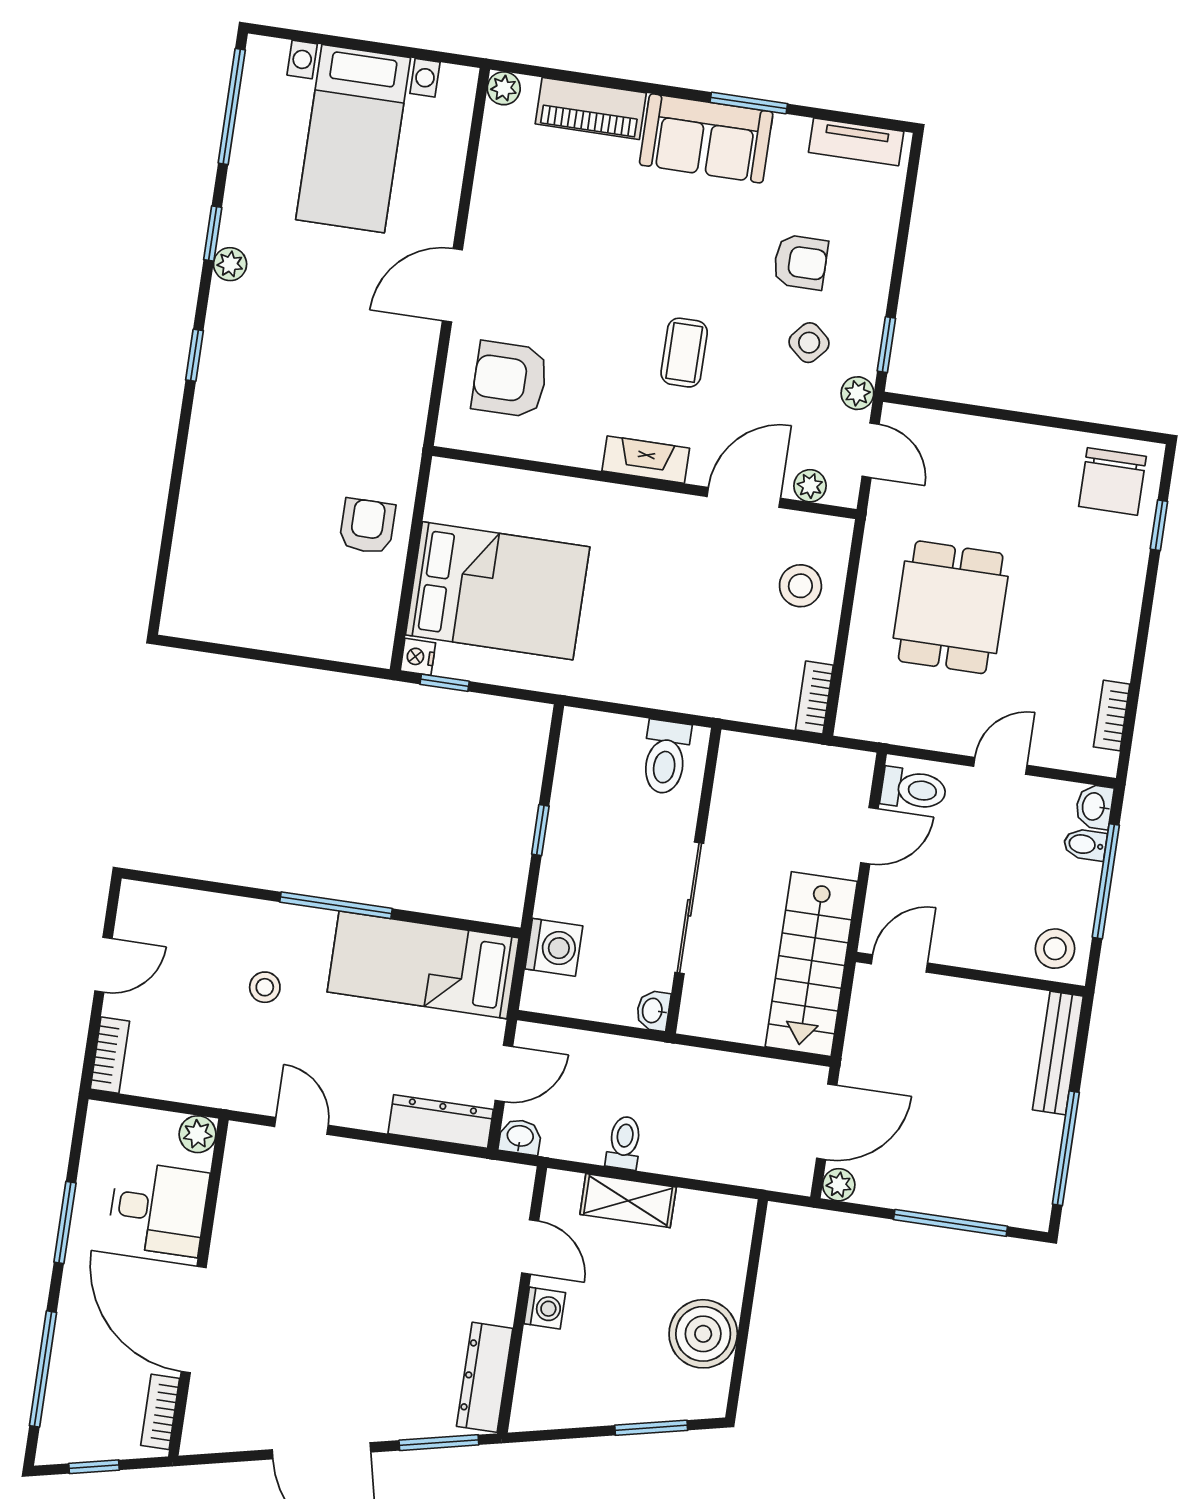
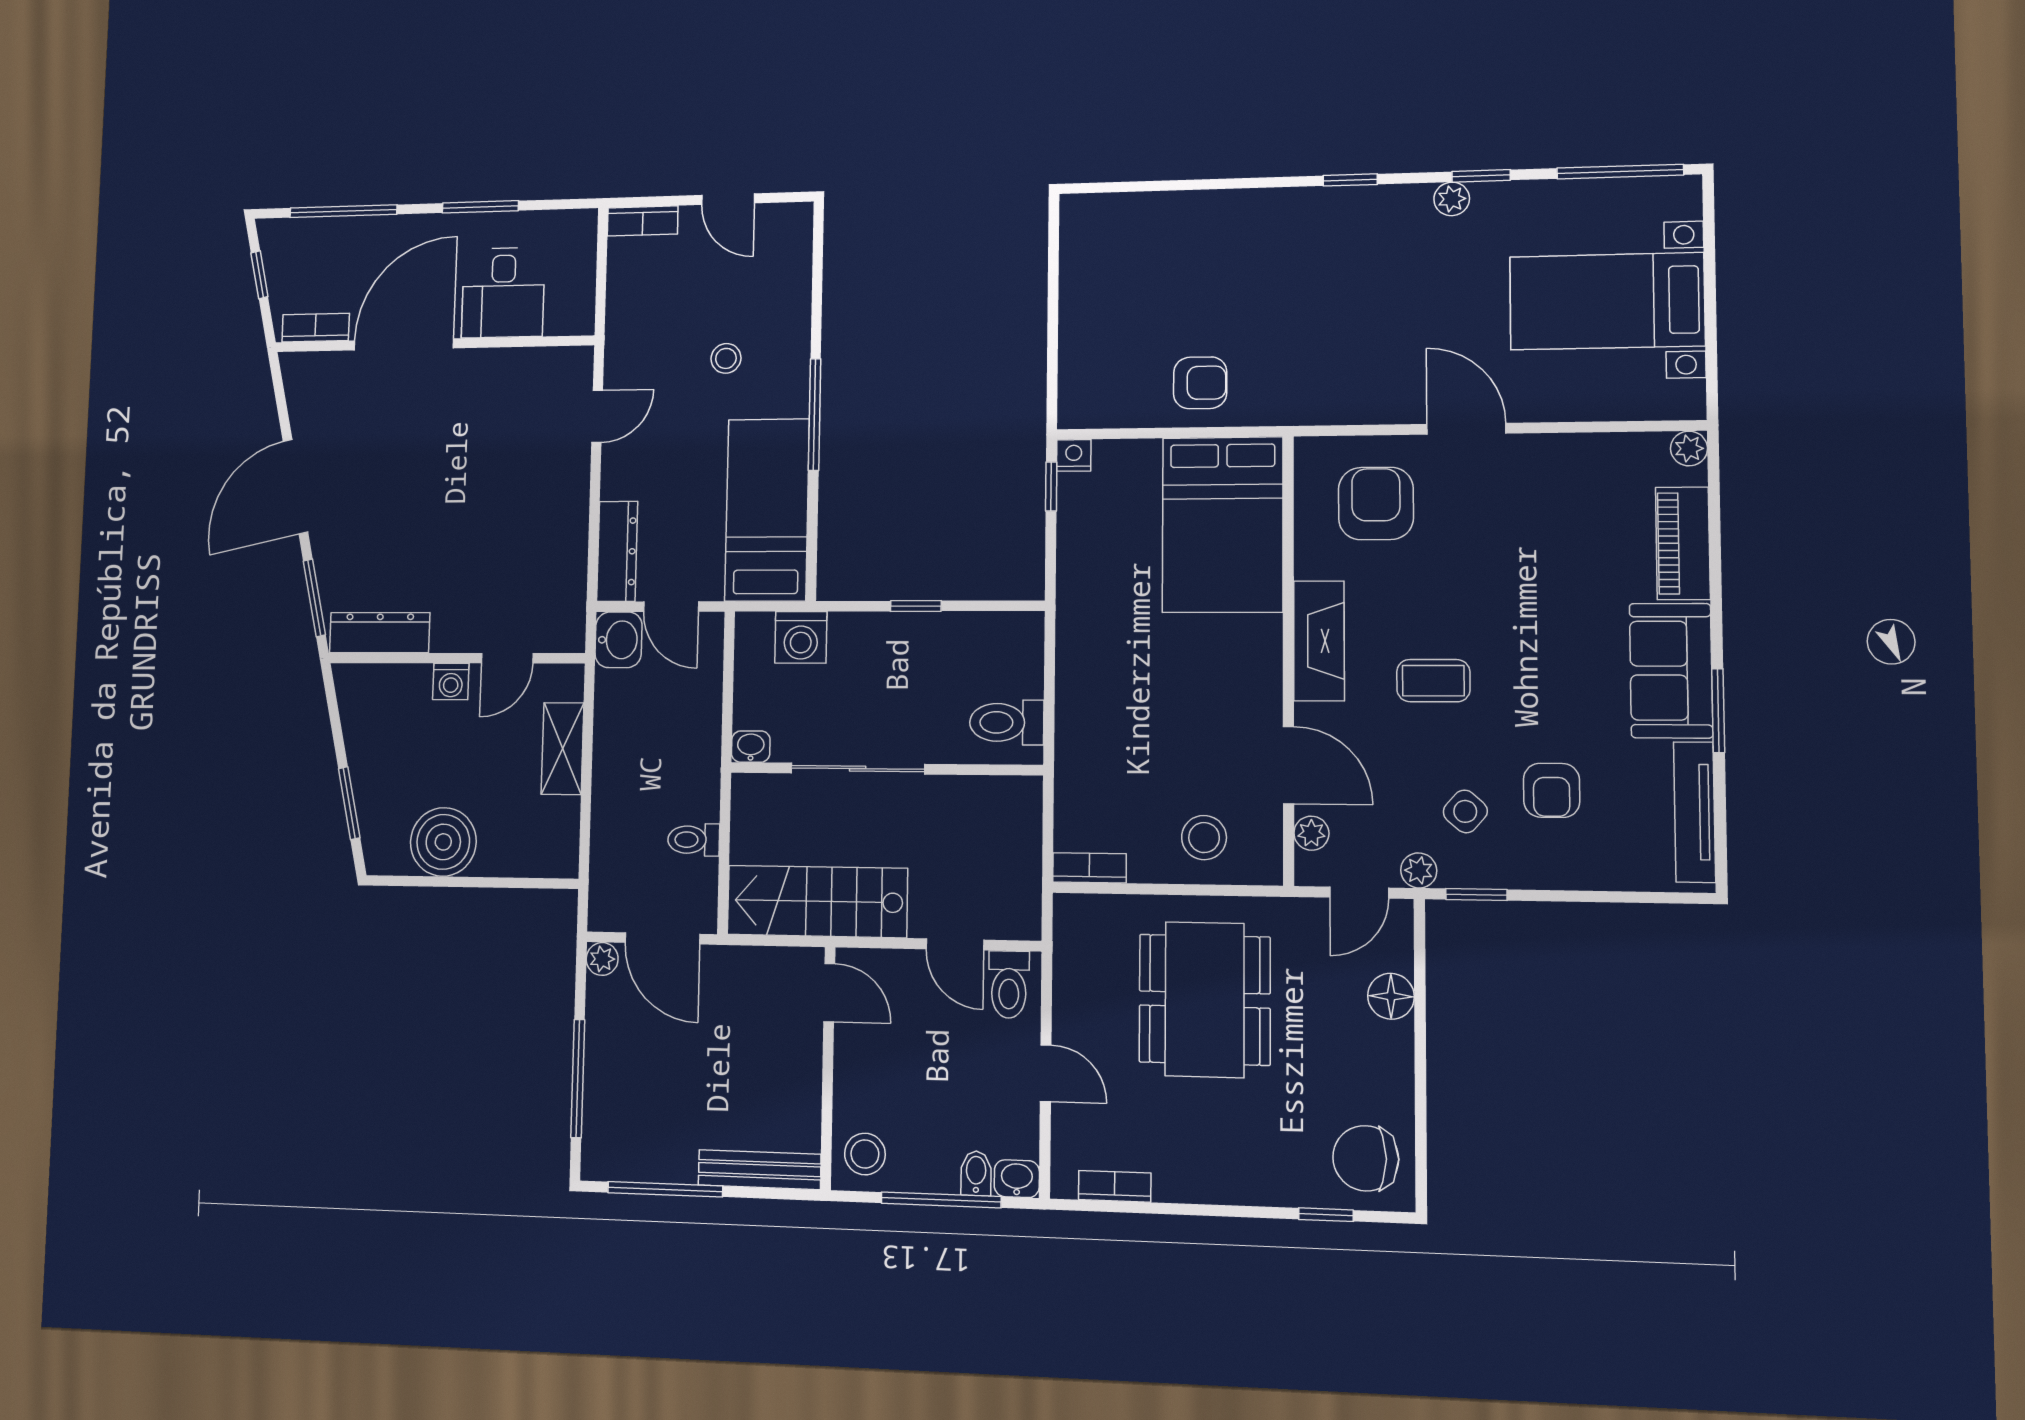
tv unit: (856, 142) -> (1695, 812), width x1.41
floor lamp: (969, 436) -> (1391, 996), added
fireplace: (646, 460) -> (1319, 641), width x1.37, depth x1.32
bed: (498, 591) -> (1223, 525), moved
dining table: (951, 607) -> (1205, 1000), width x1.37
plant: (198, 1134) -> (578, 318), removed
washbasin: (520, 1137) -> (619, 640), width x1.38, depth x1.45
toilet: (624, 1143) -> (694, 840), moved, turned 180

